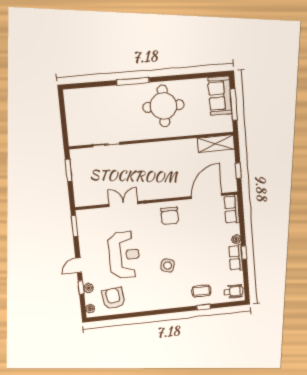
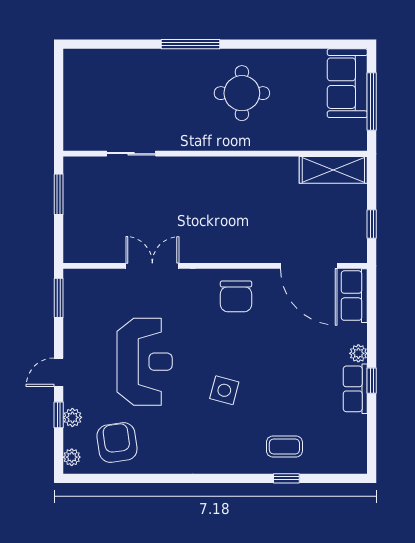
round table: (164, 106) -> (242, 93), width x0.73, depth x0.73
door: (207, 196) -> (309, 266), swing flipped
wheelchair: (234, 291) -> (346, 454), removed

